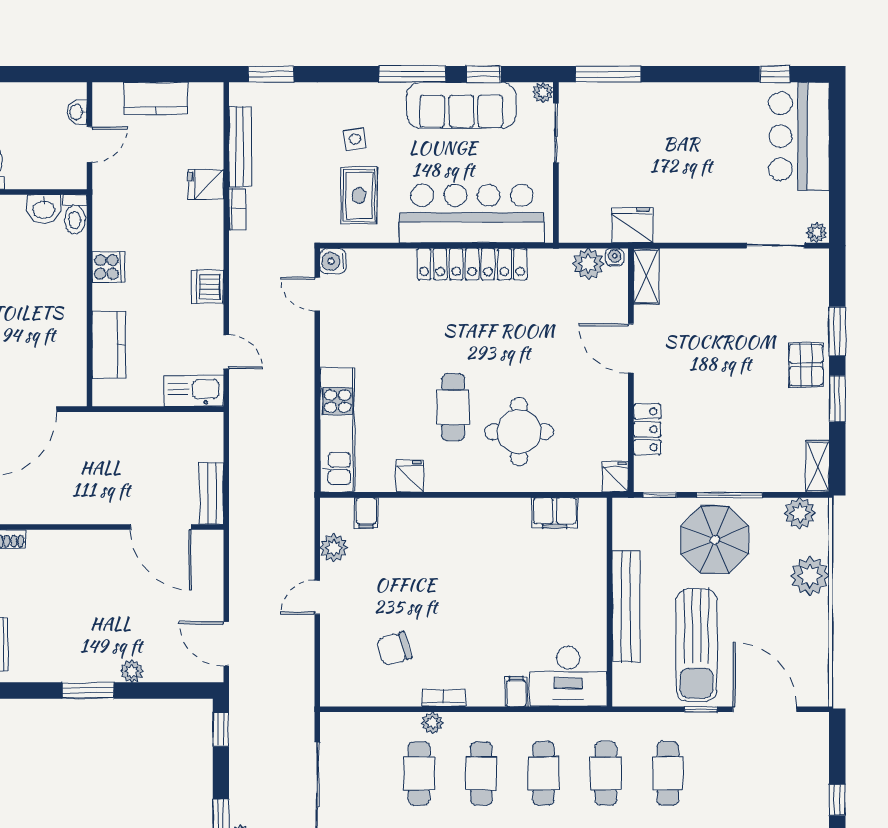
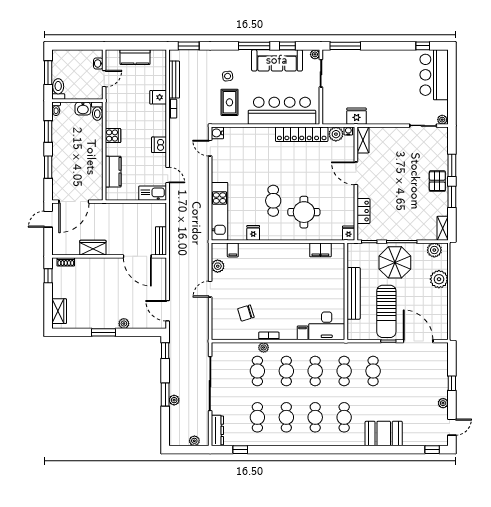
locker: (472, 264) -> (302, 134), moved
wardrobe: (65, 508) -> (93, 248), added

